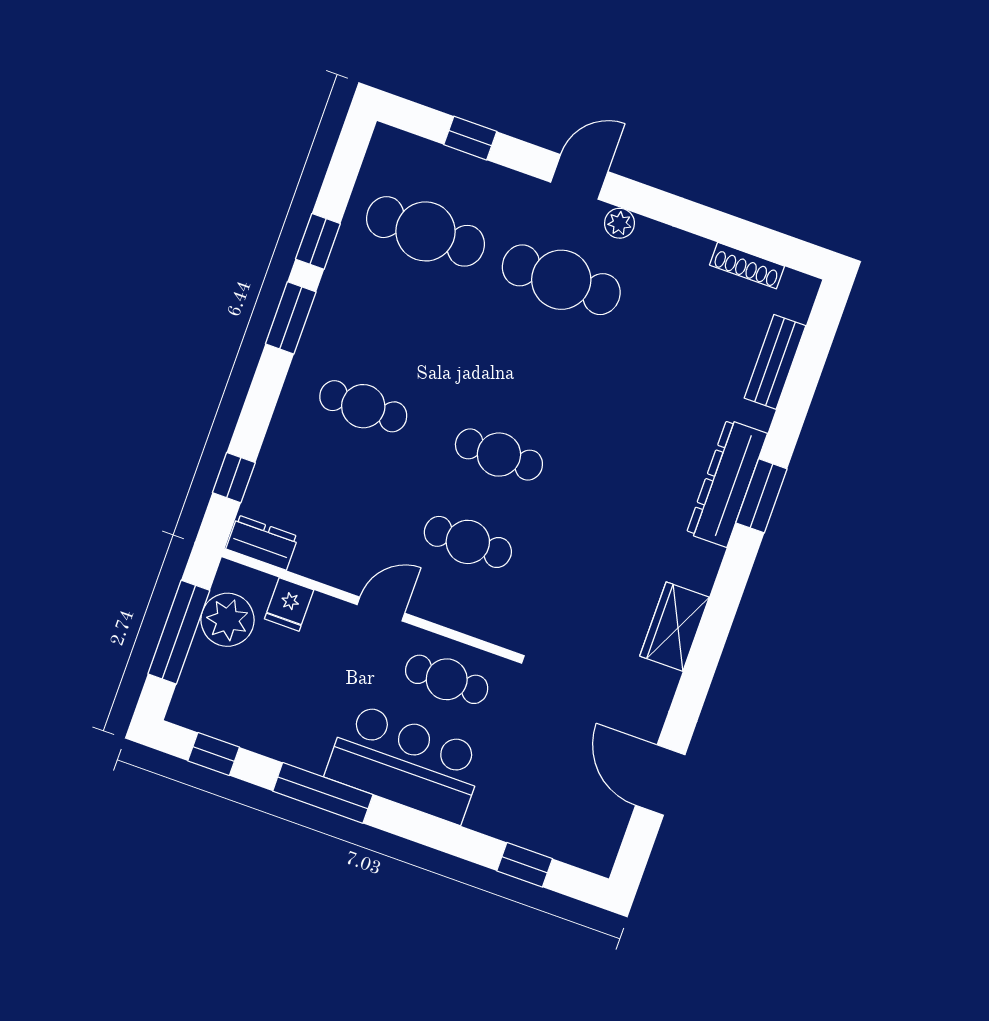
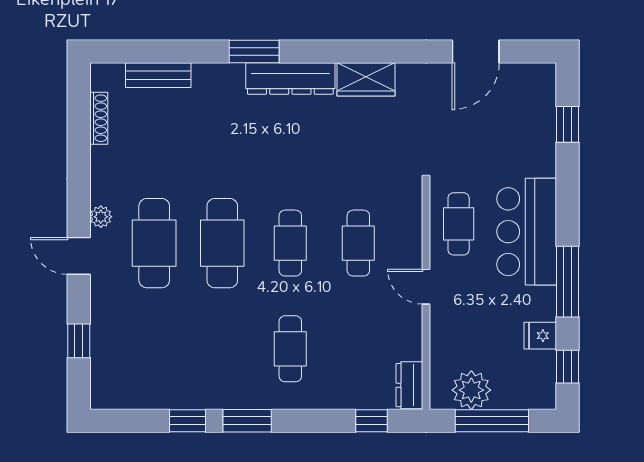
cafe table: (425, 231) -> (222, 243), moved
dresser: (727, 483) -> (290, 79), moved
fridge: (289, 604) -> (540, 336), moved, turned 180

